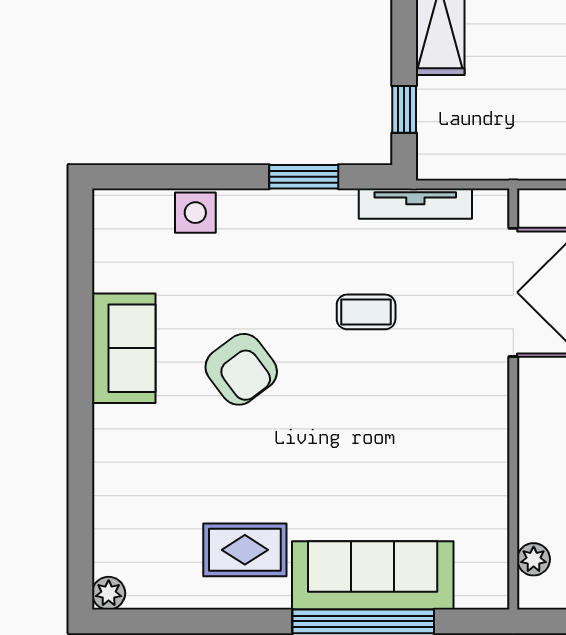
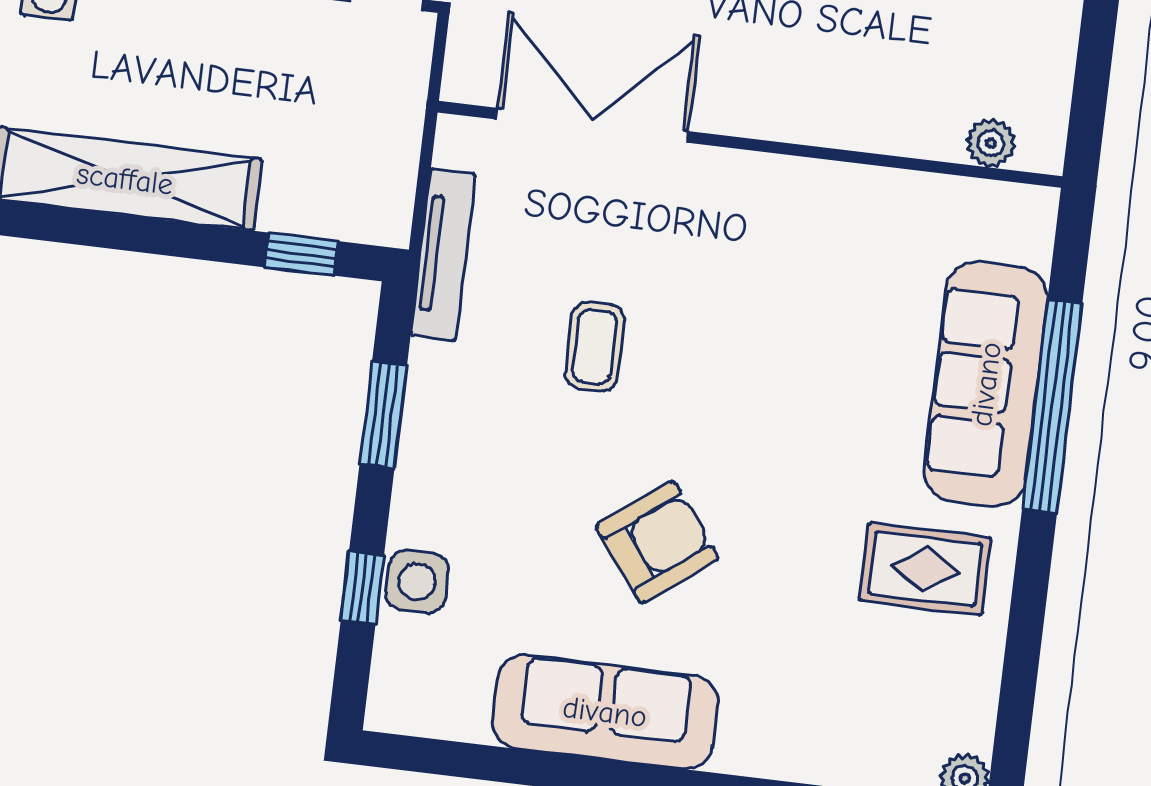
window: (187, 177) -> (362, 588), added
sofa: (124, 348) -> (605, 712), width x1.36
rug: (245, 550) -> (925, 569), turned 90

